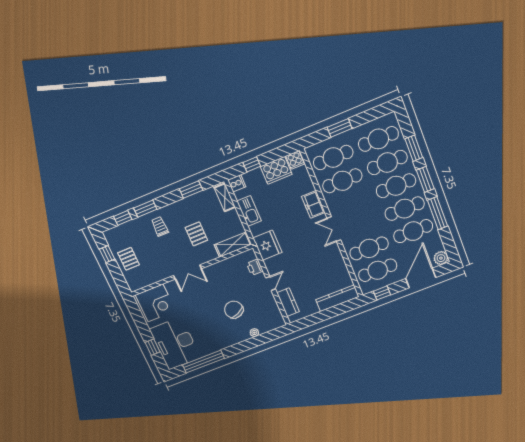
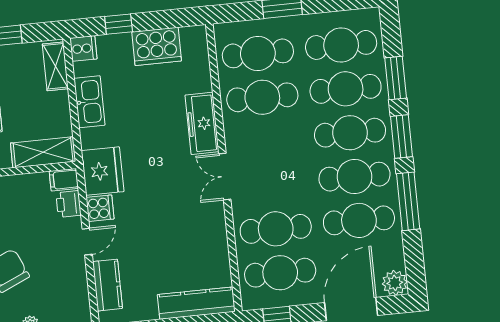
cooker: (295, 160) -> (100, 208), moved, turned -90
freezer: (313, 205) -> (202, 123), width x1.40
filing cabinet: (248, 256) -> (64, 180), added

